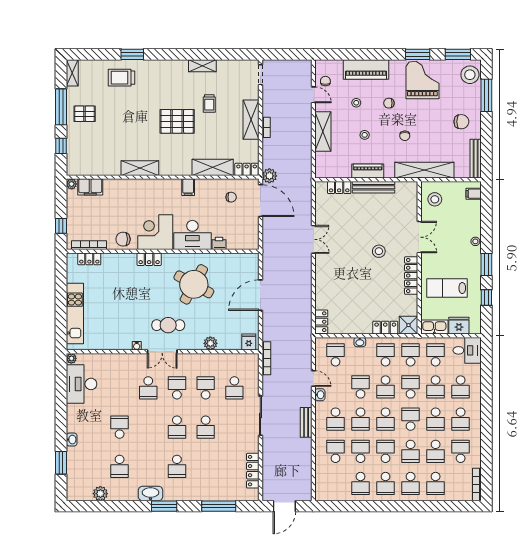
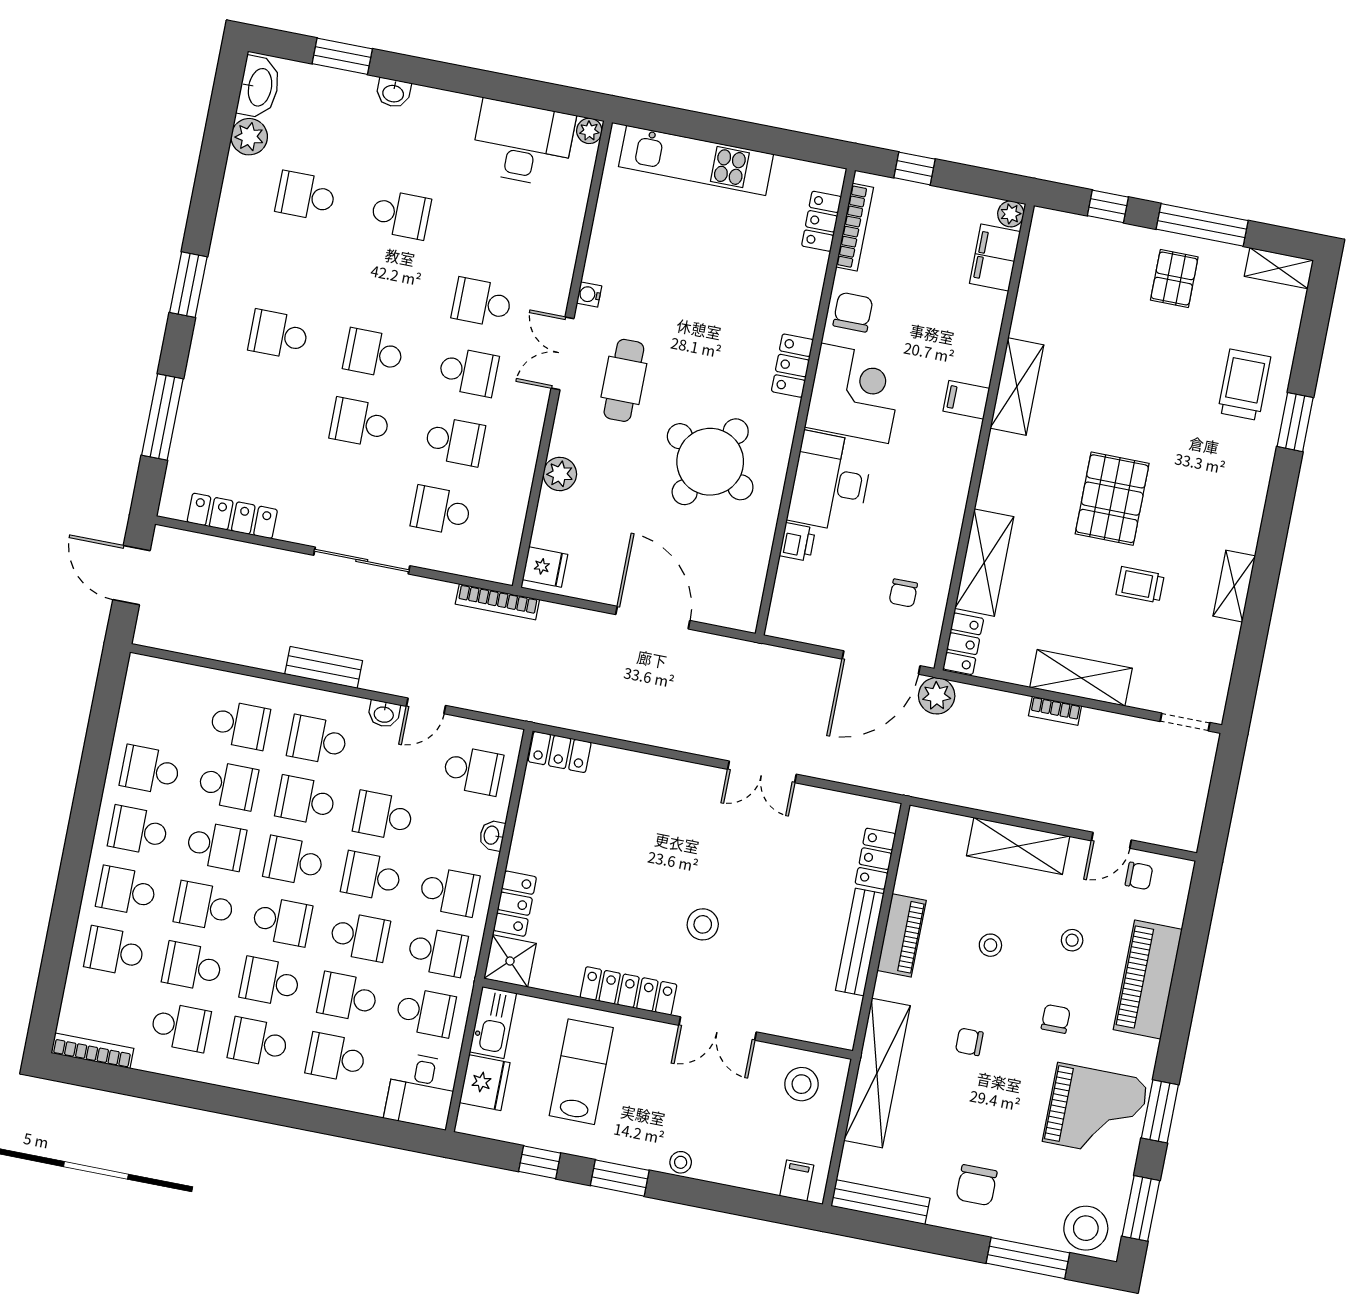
filing cabinet: (188, 187) -> (966, 400), moved
school desk: (361, 387) -> (383, 816), turned 180
washbasin: (151, 494) -> (259, 87), moved

